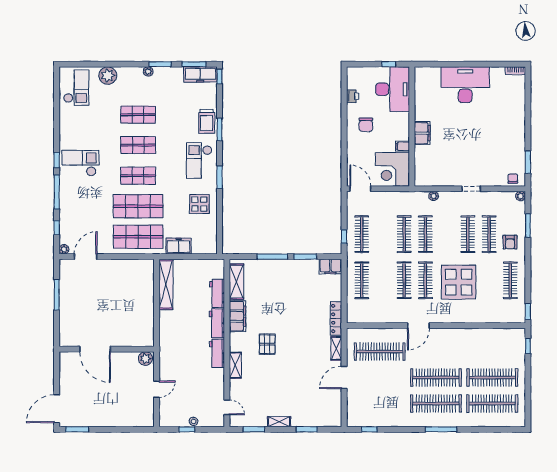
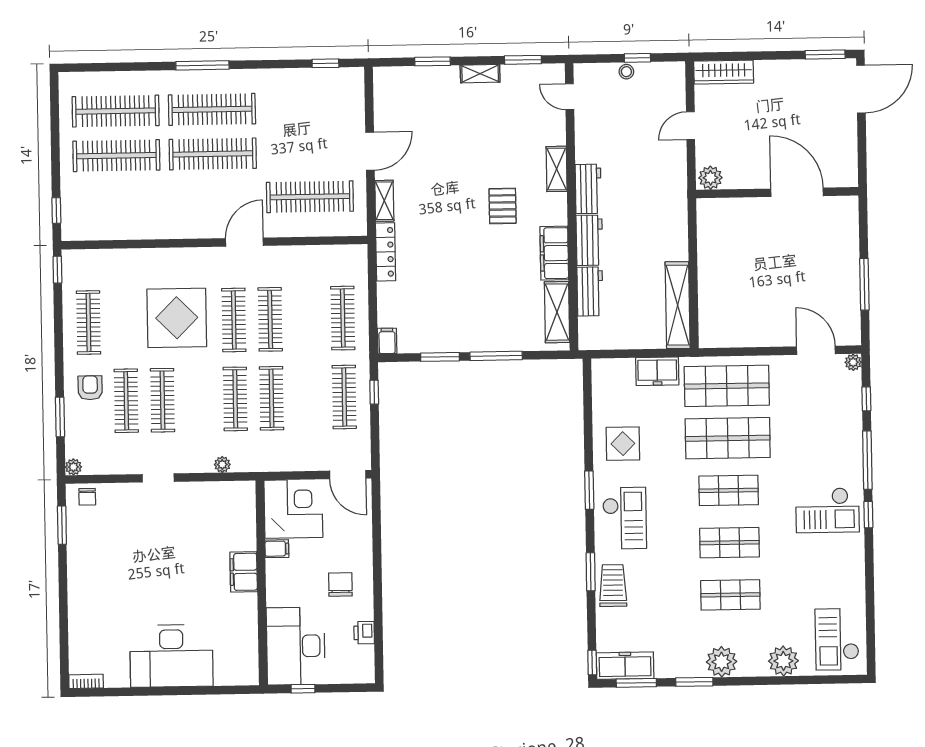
plant: (148, 71) -> (722, 662), width x1.88, depth x1.88
door: (86, 257) -> (816, 350), swing flipped
filing cabinet: (330, 266) -> (387, 341), width x0.50
wardrobe: (137, 420) -> (724, 72), added

